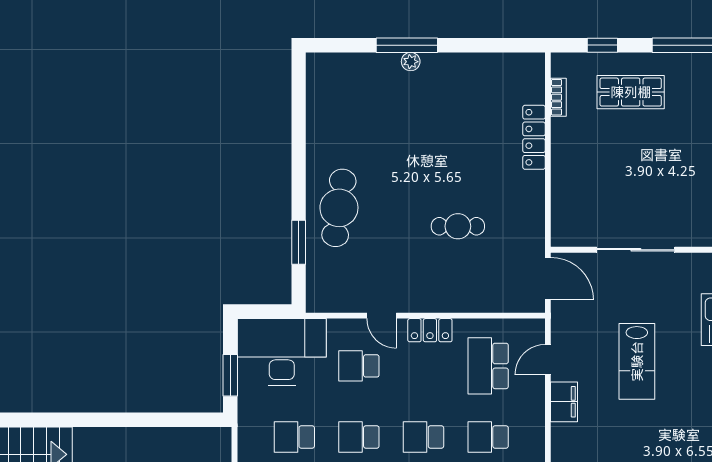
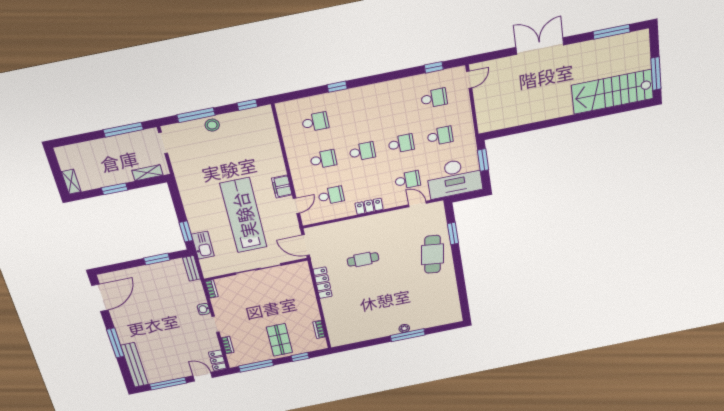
shop shelf: (631, 92) -> (279, 340), turned 90
locker: (534, 137) -> (323, 283), moved
door: (382, 316) -> (417, 204), moved
lab bench: (637, 361) -> (244, 215), width x1.86, depth x1.39
school desk: (488, 366) -> (331, 195), width x0.54

